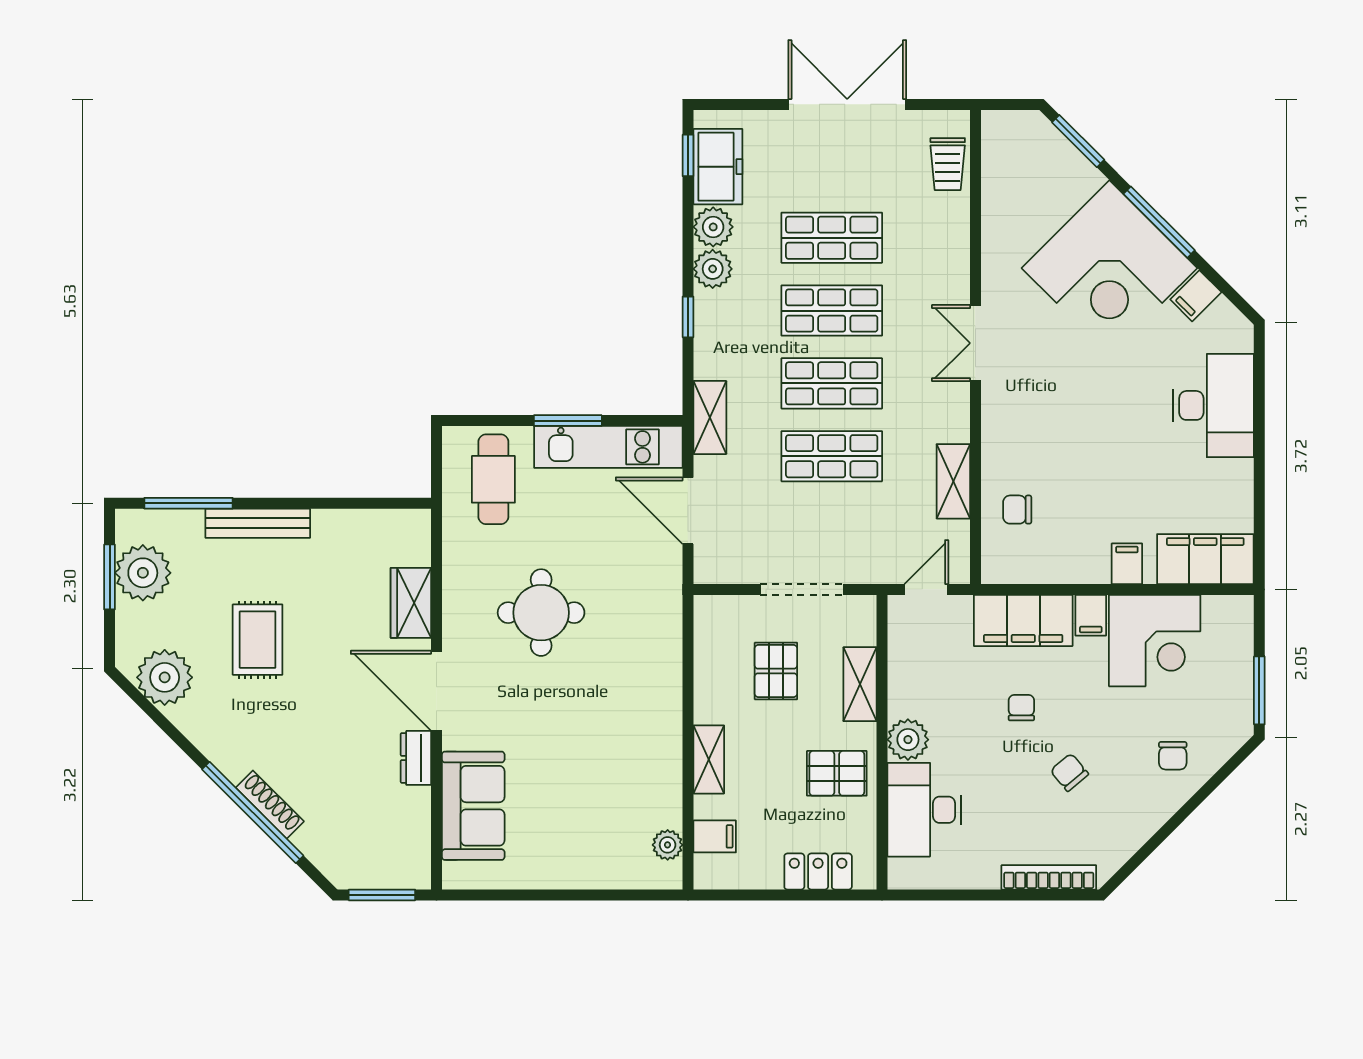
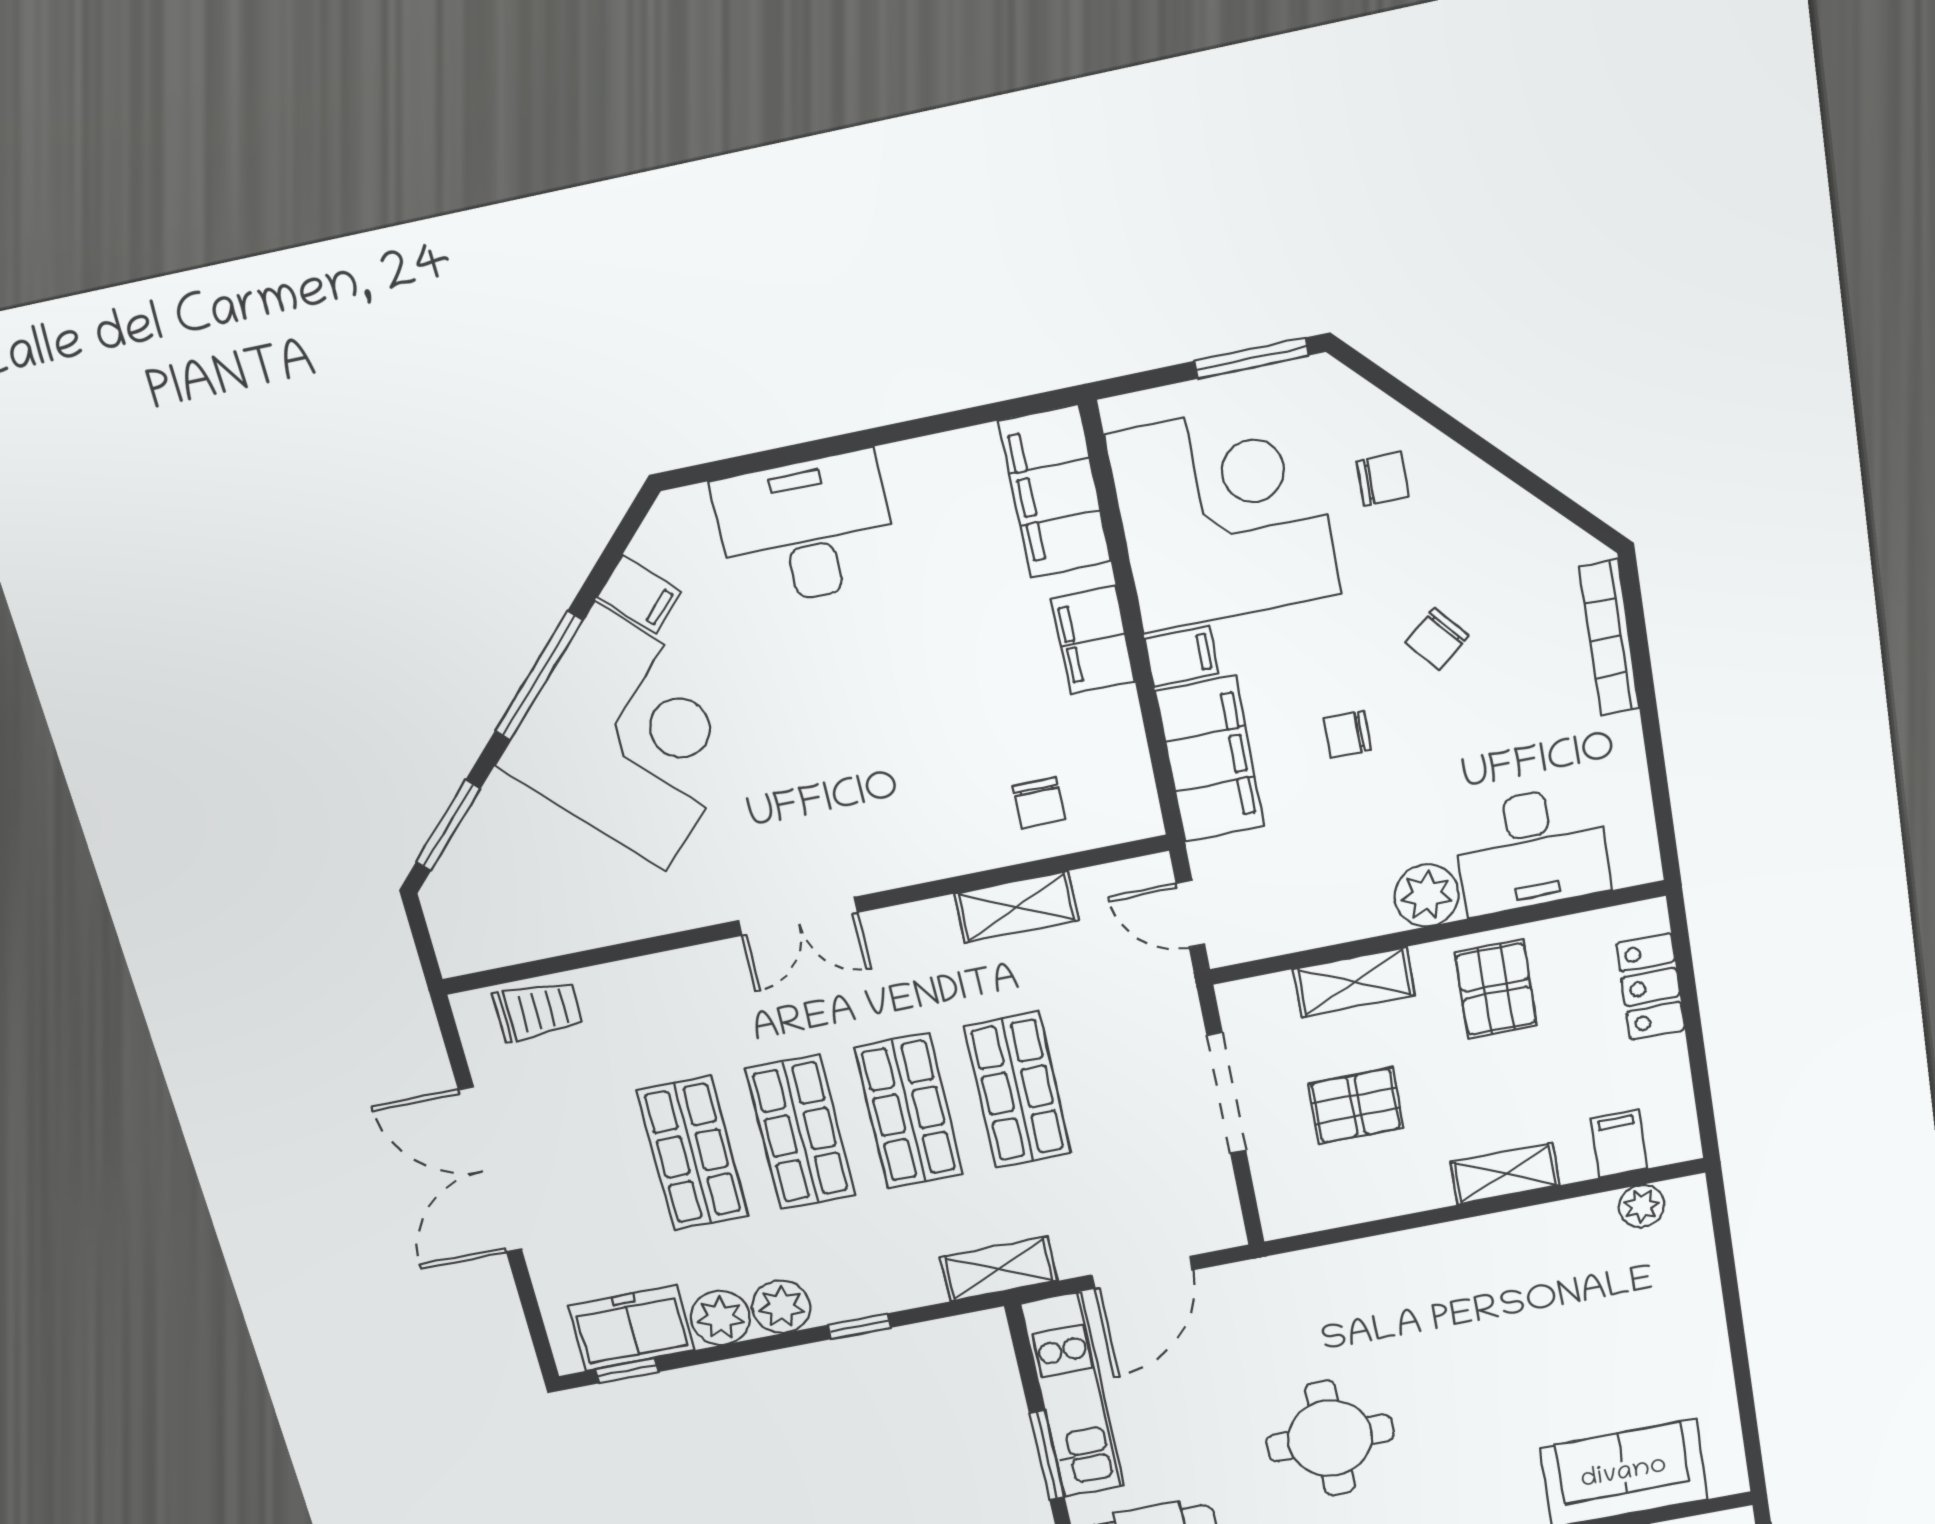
filing cabinet: (1127, 564) -> (1093, 640), width x2.00
corner desk: (1155, 641) -> (1224, 515), width x1.36, depth x1.36

